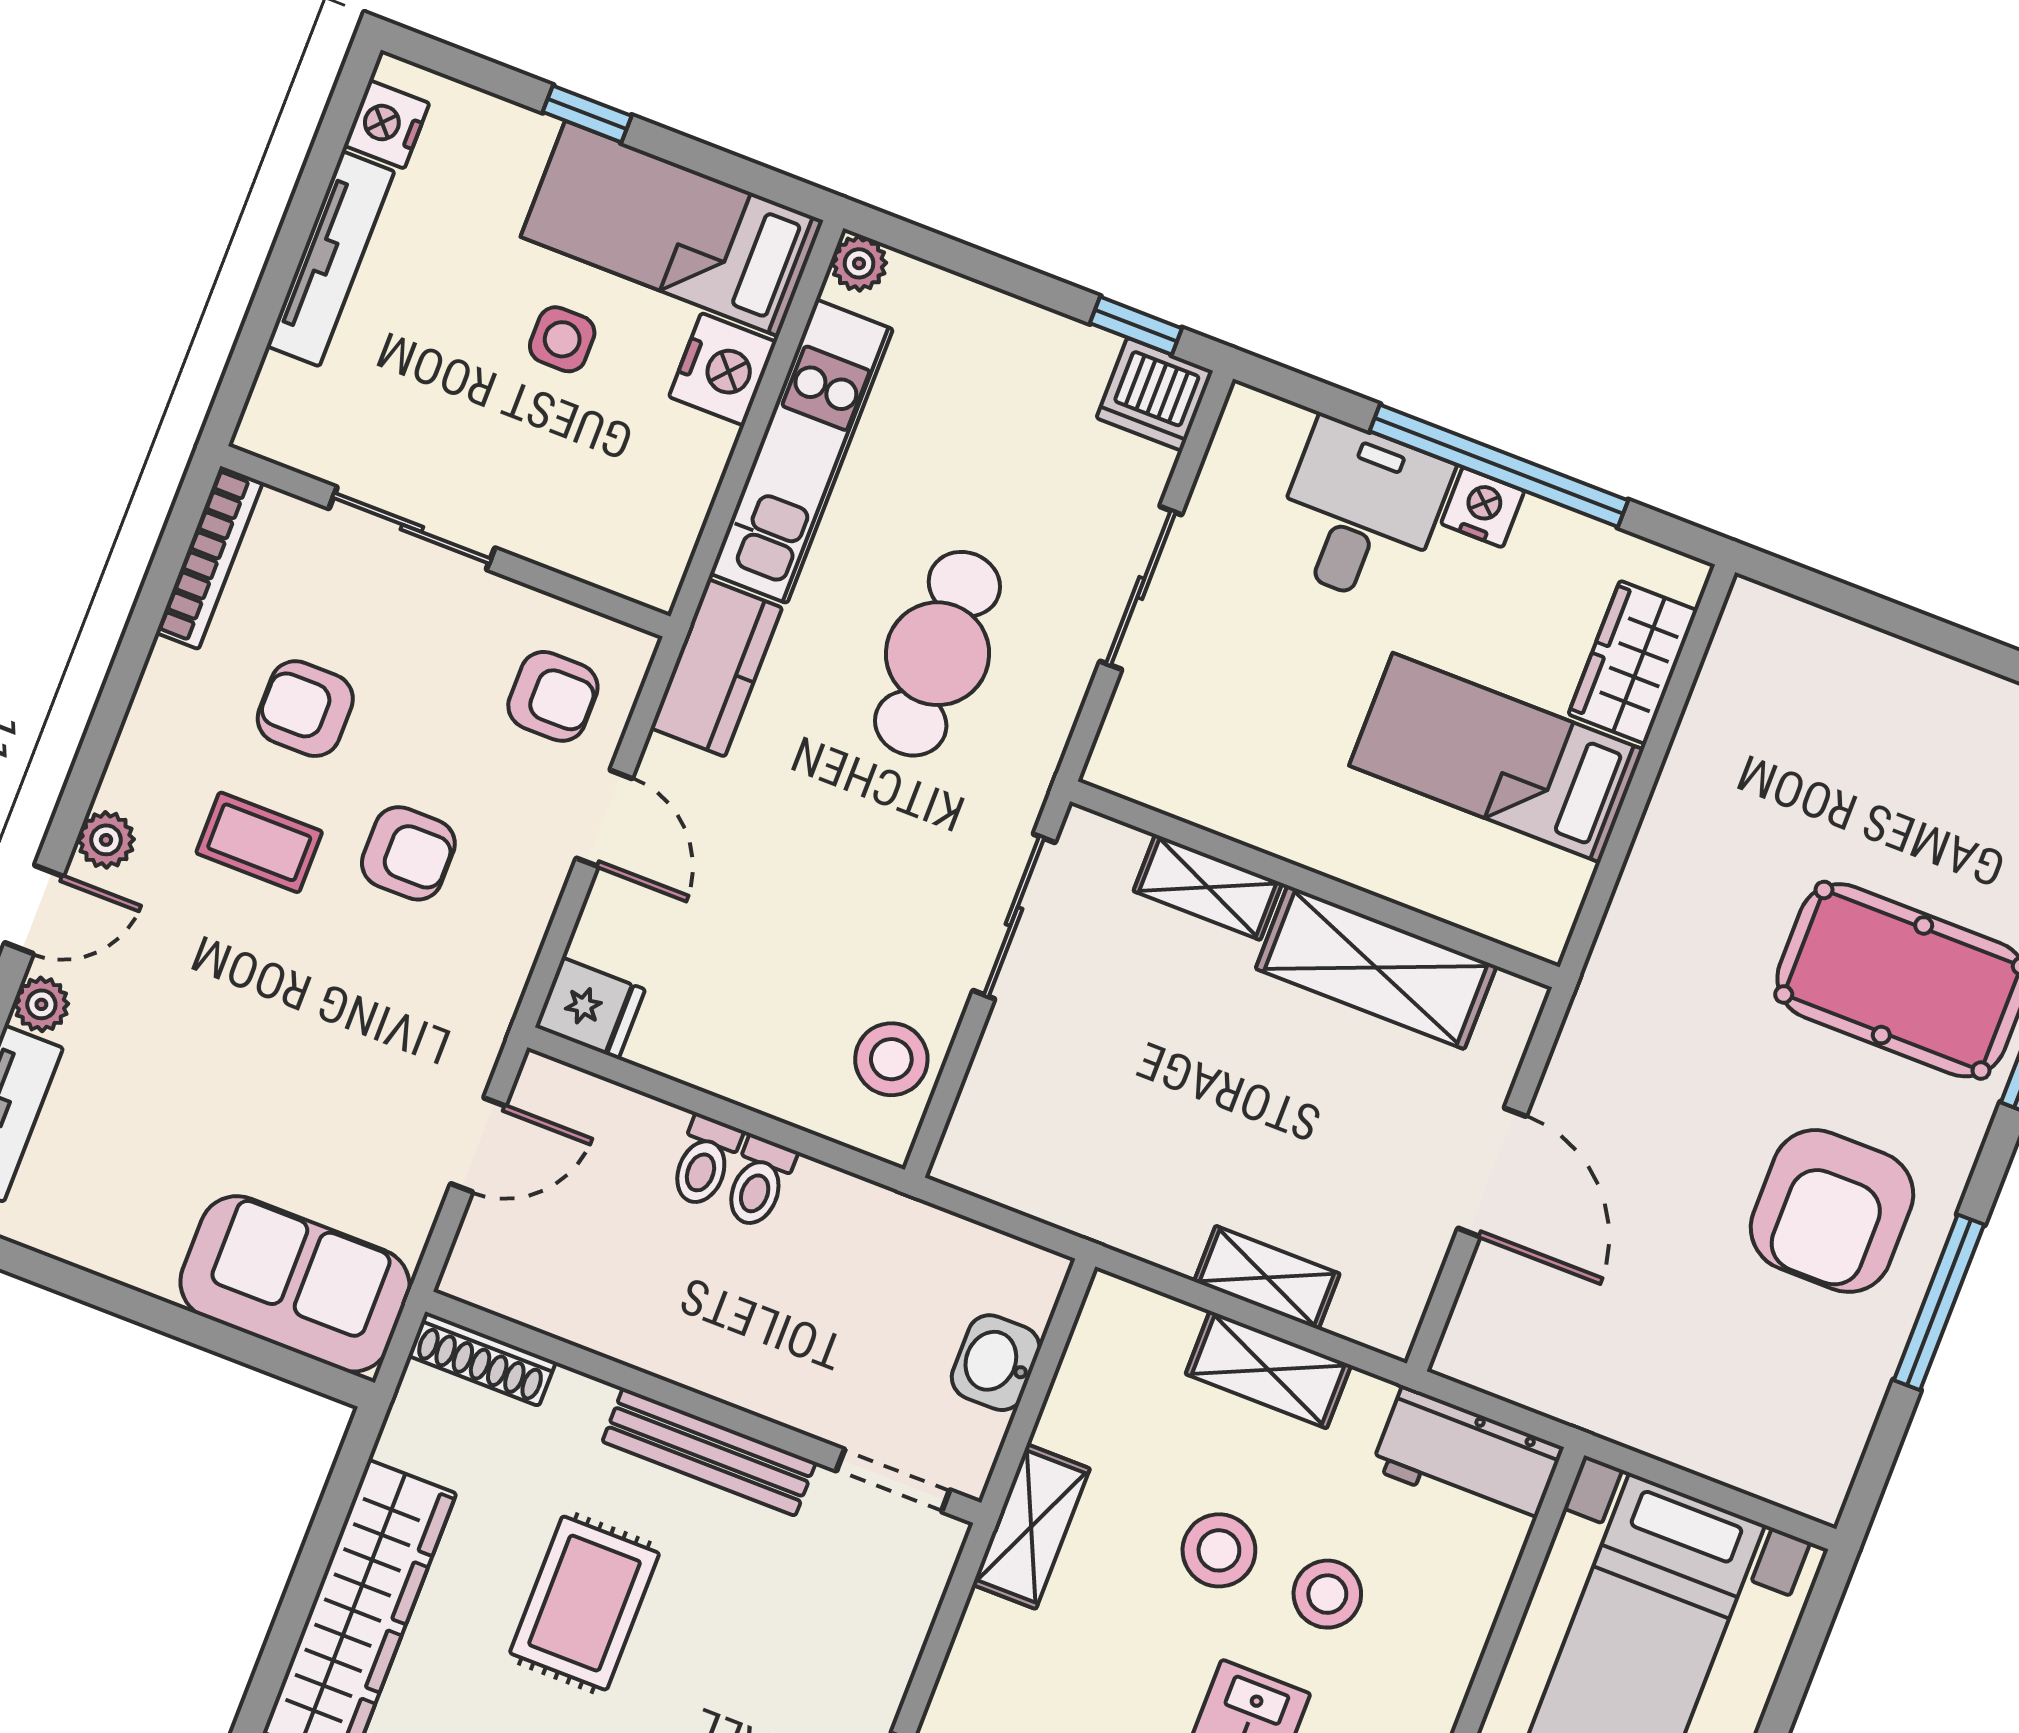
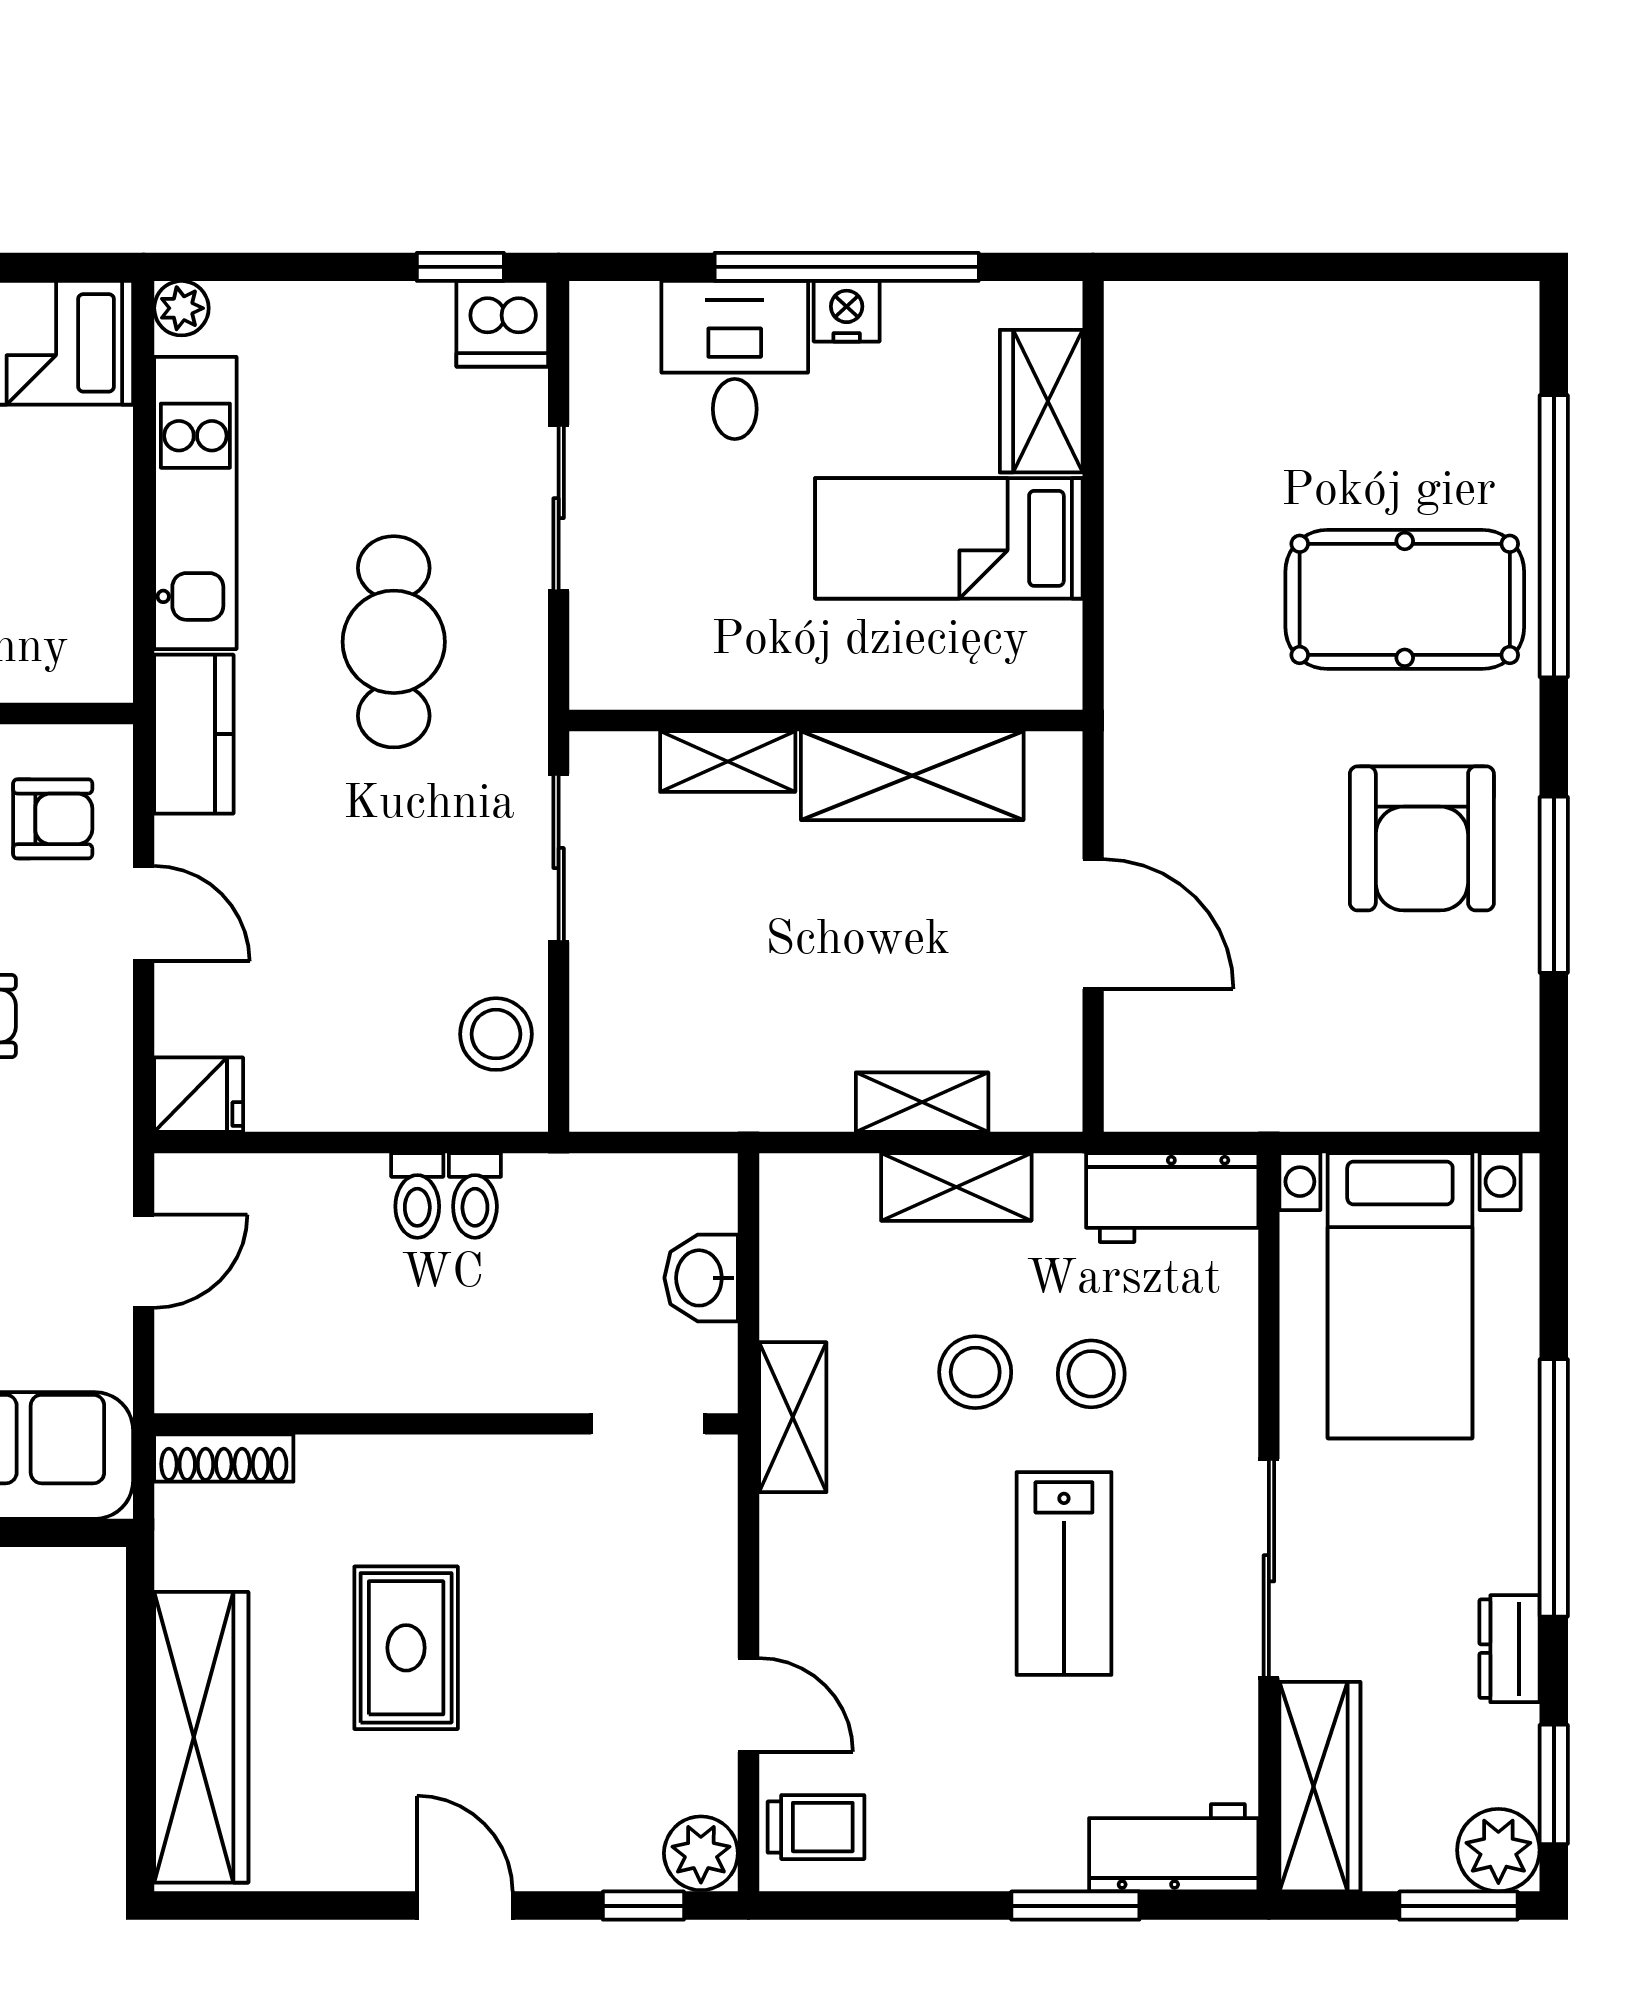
nightstand: (723, 369) -> (93, 455), removed
toilet: (705, 1161) -> (475, 1195), moved
bench: (709, 1452) -> (467, 1463), removed

